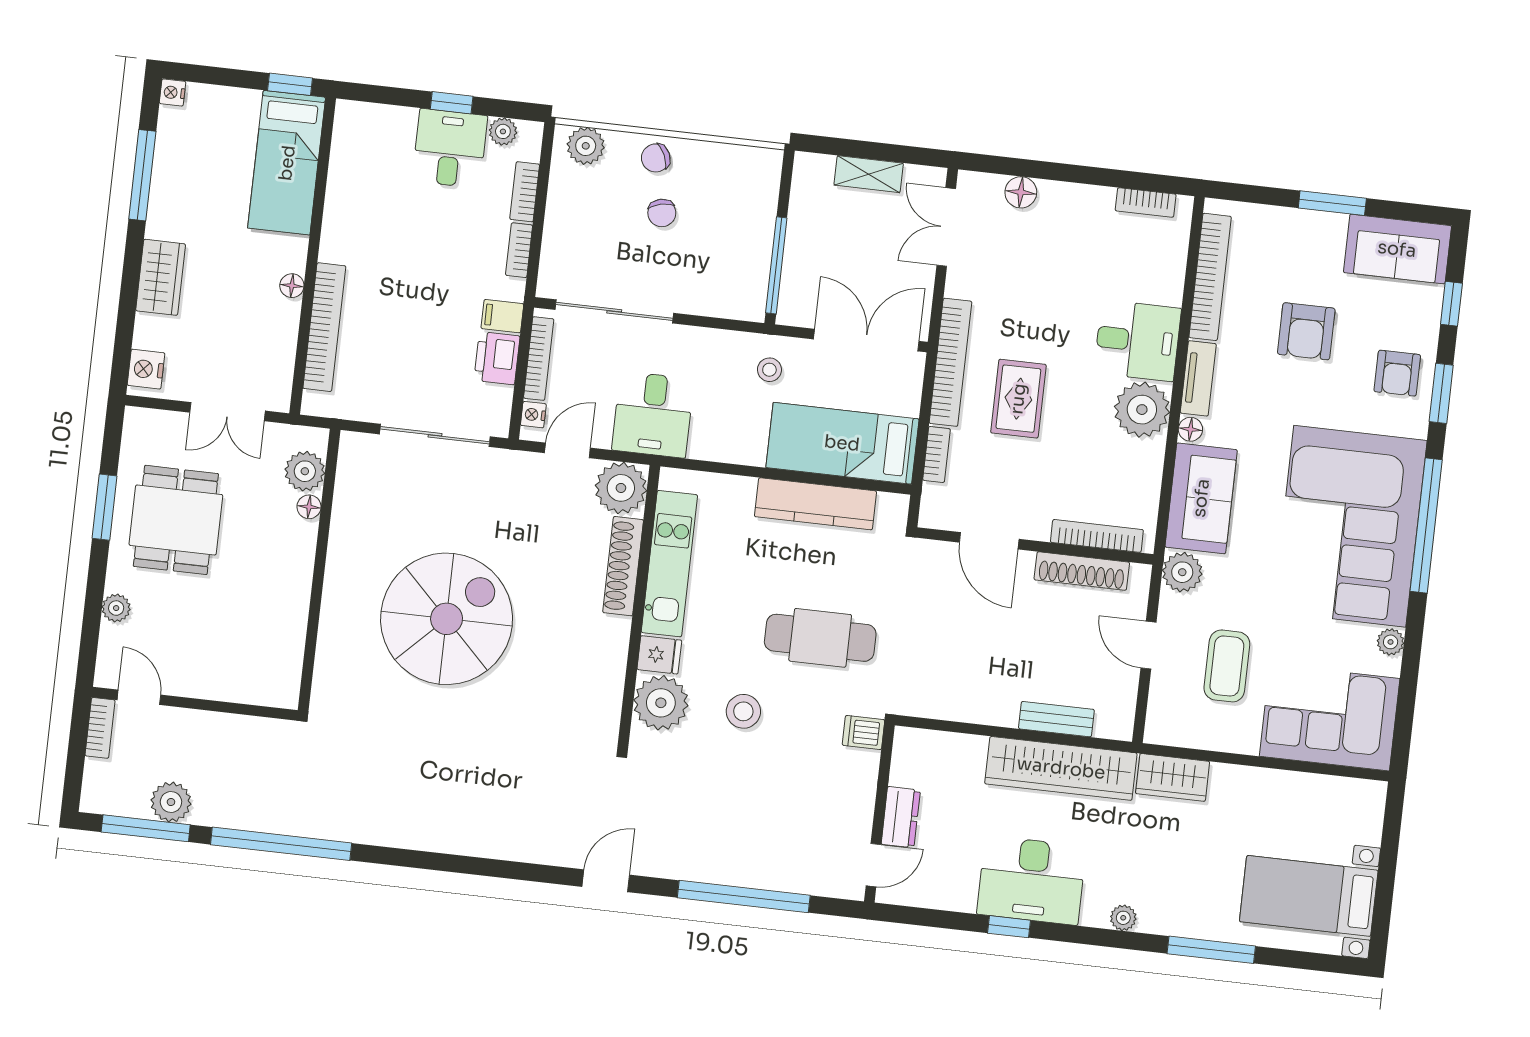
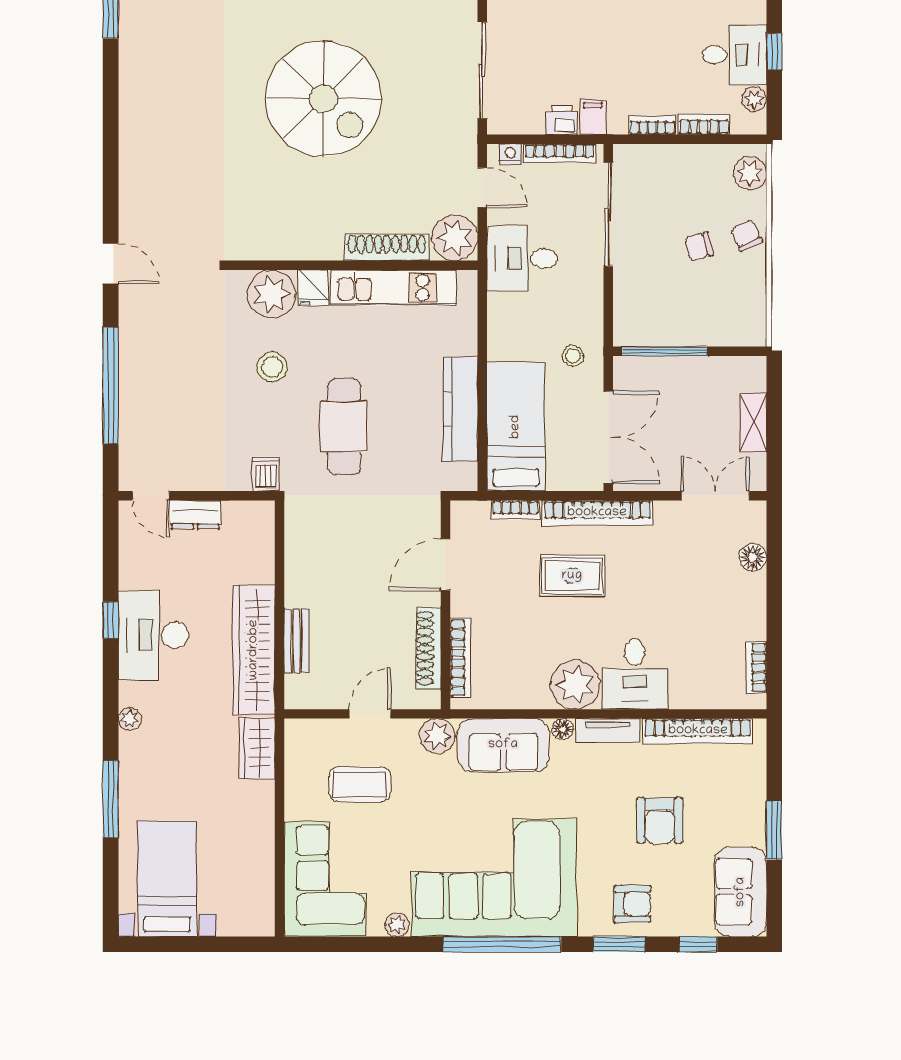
armchair: (1306, 331) -> (660, 820), turned -90
printer: (497, 358) -> (562, 120), width x0.73, depth x0.81
armchair: (1397, 373) -> (632, 904), turned 180

